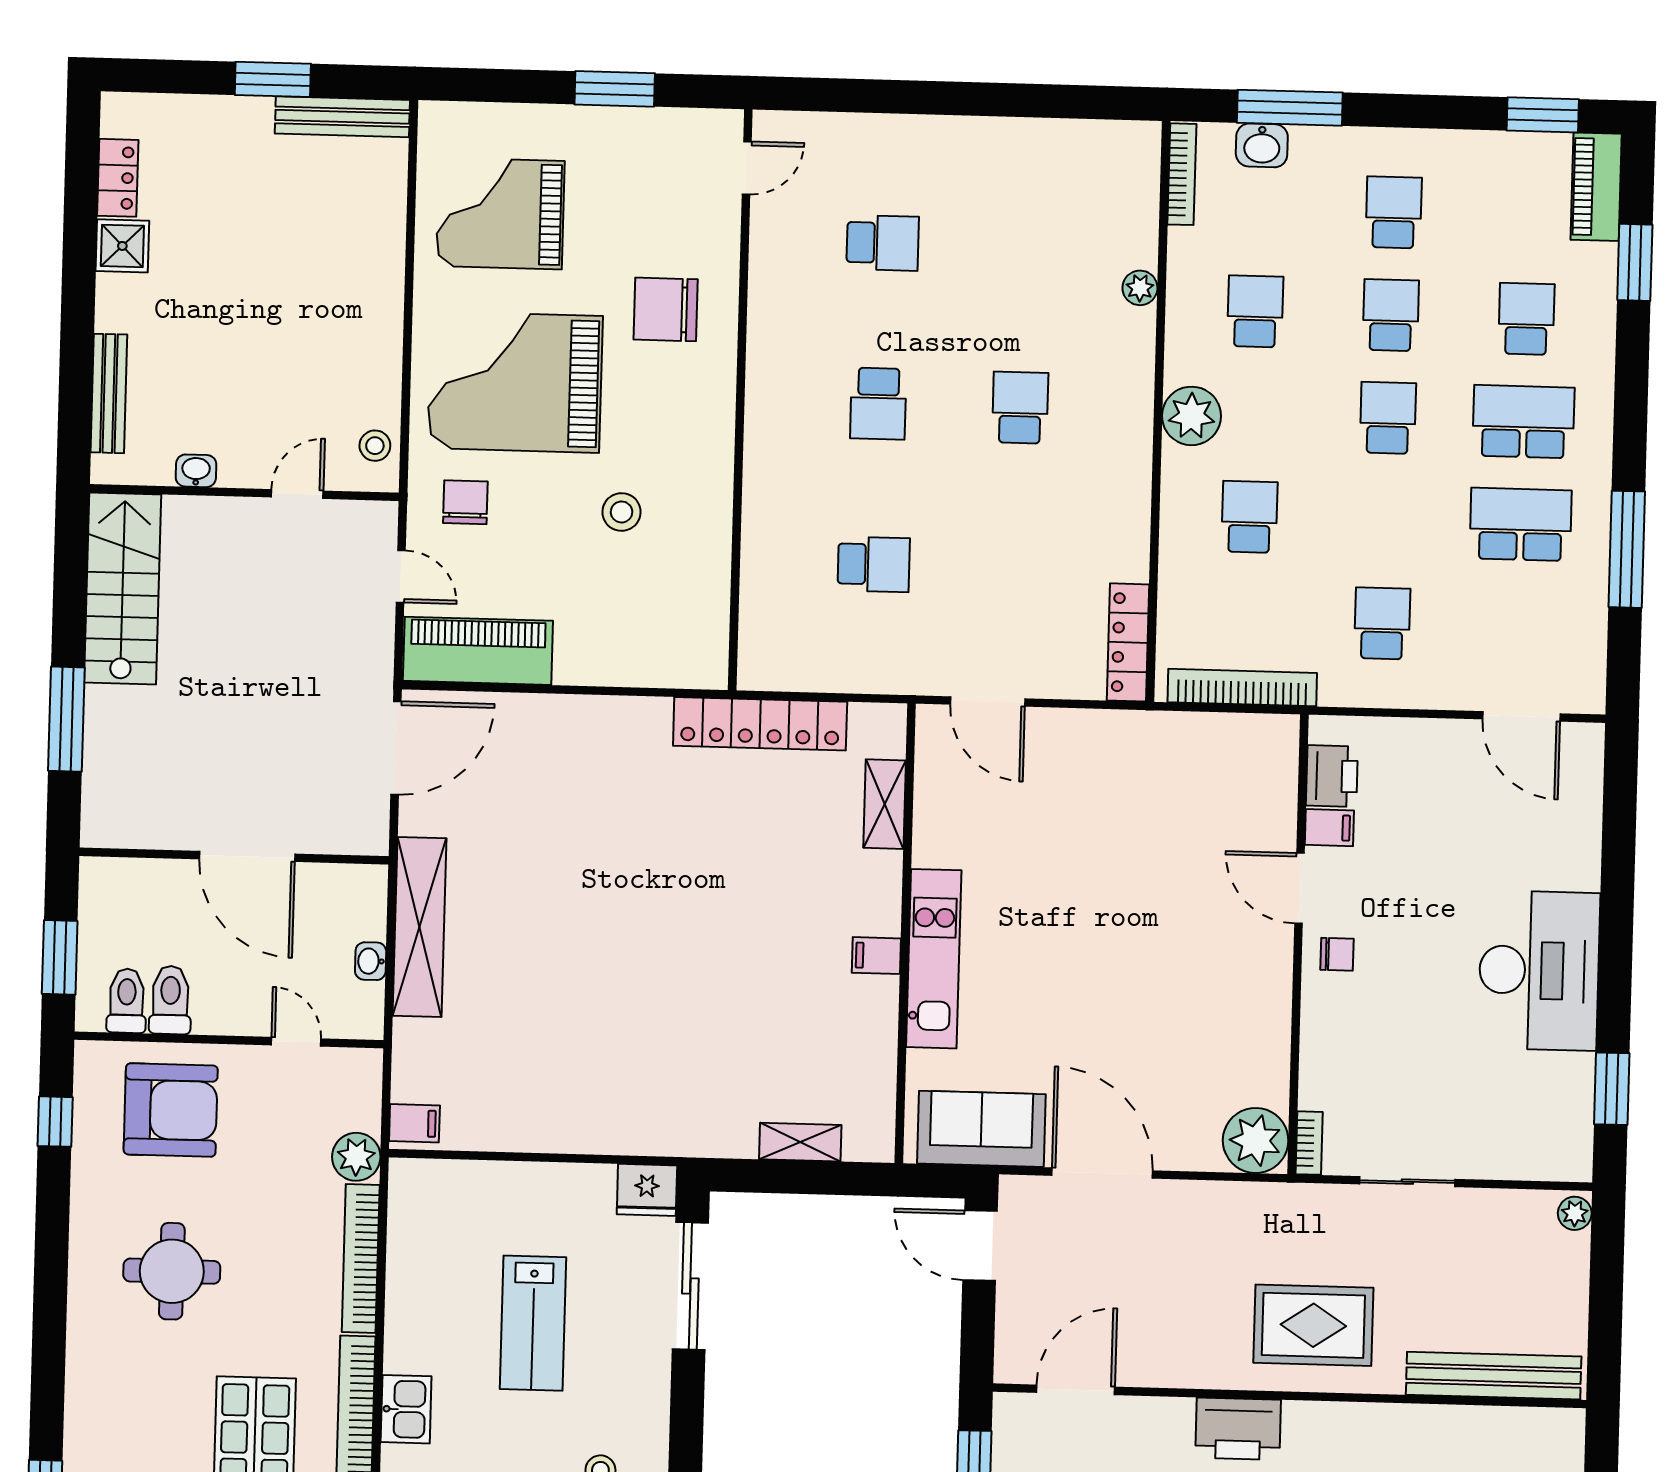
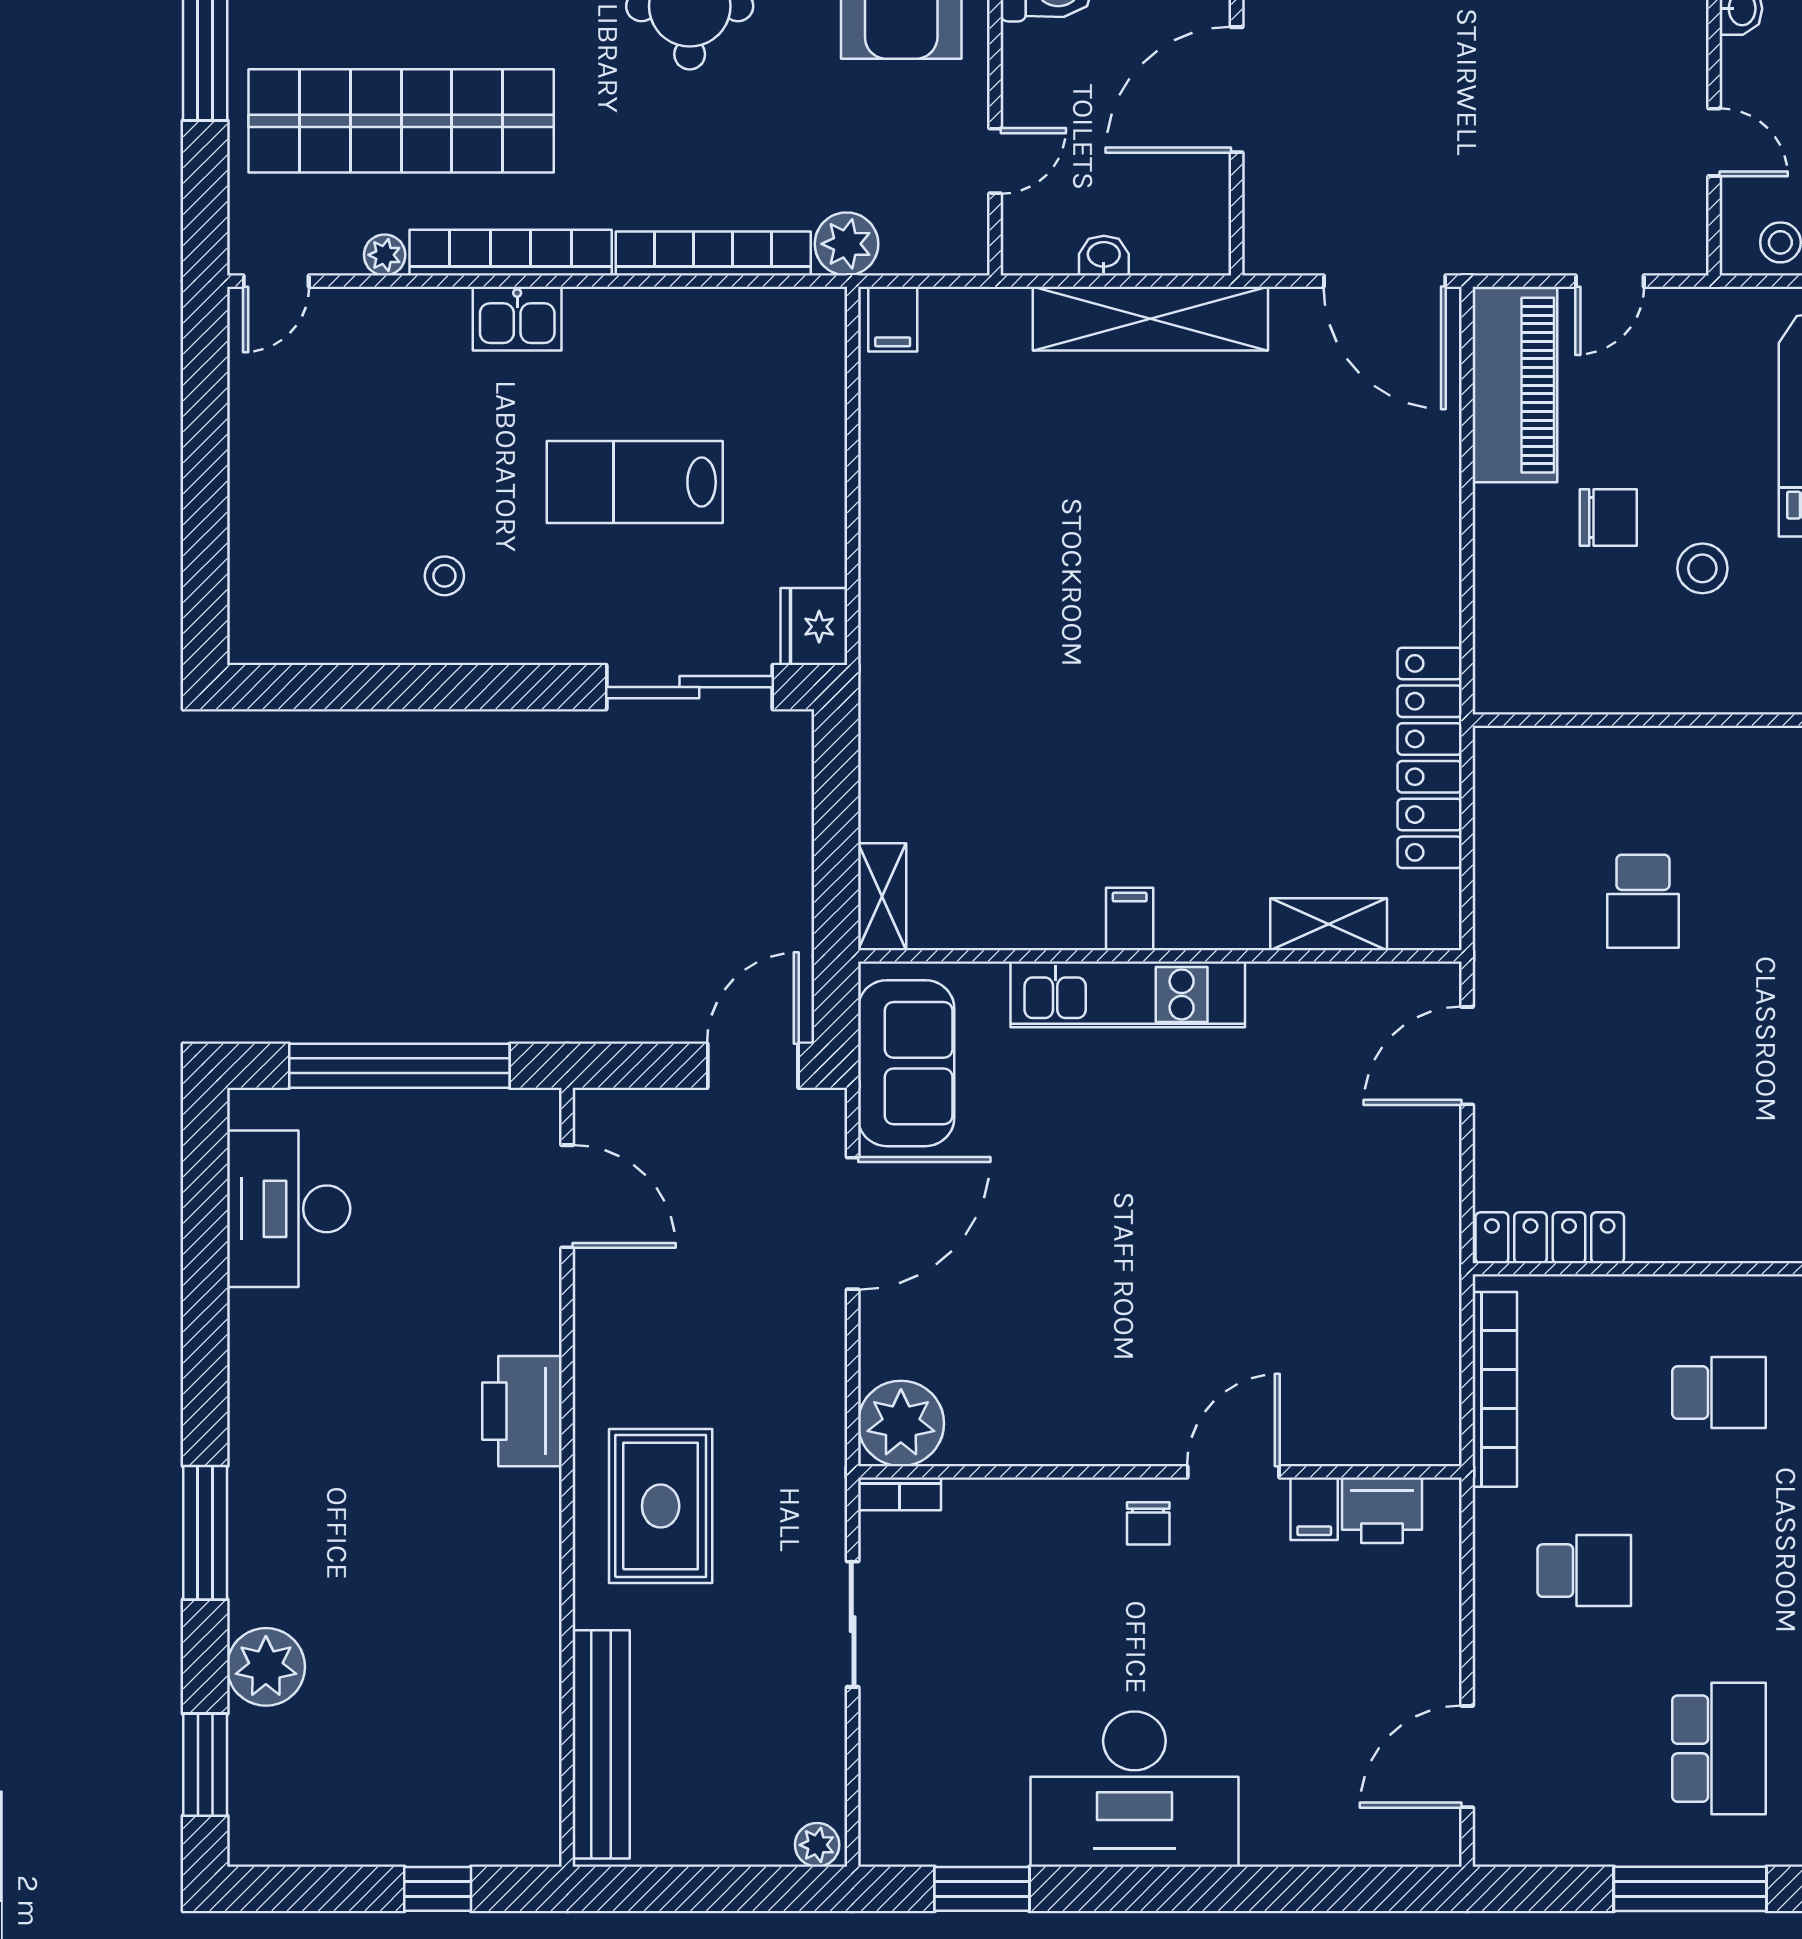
chair: (465, 502) -> (1608, 517), moved
shelving: (800, 1142) -> (882, 897), moved

